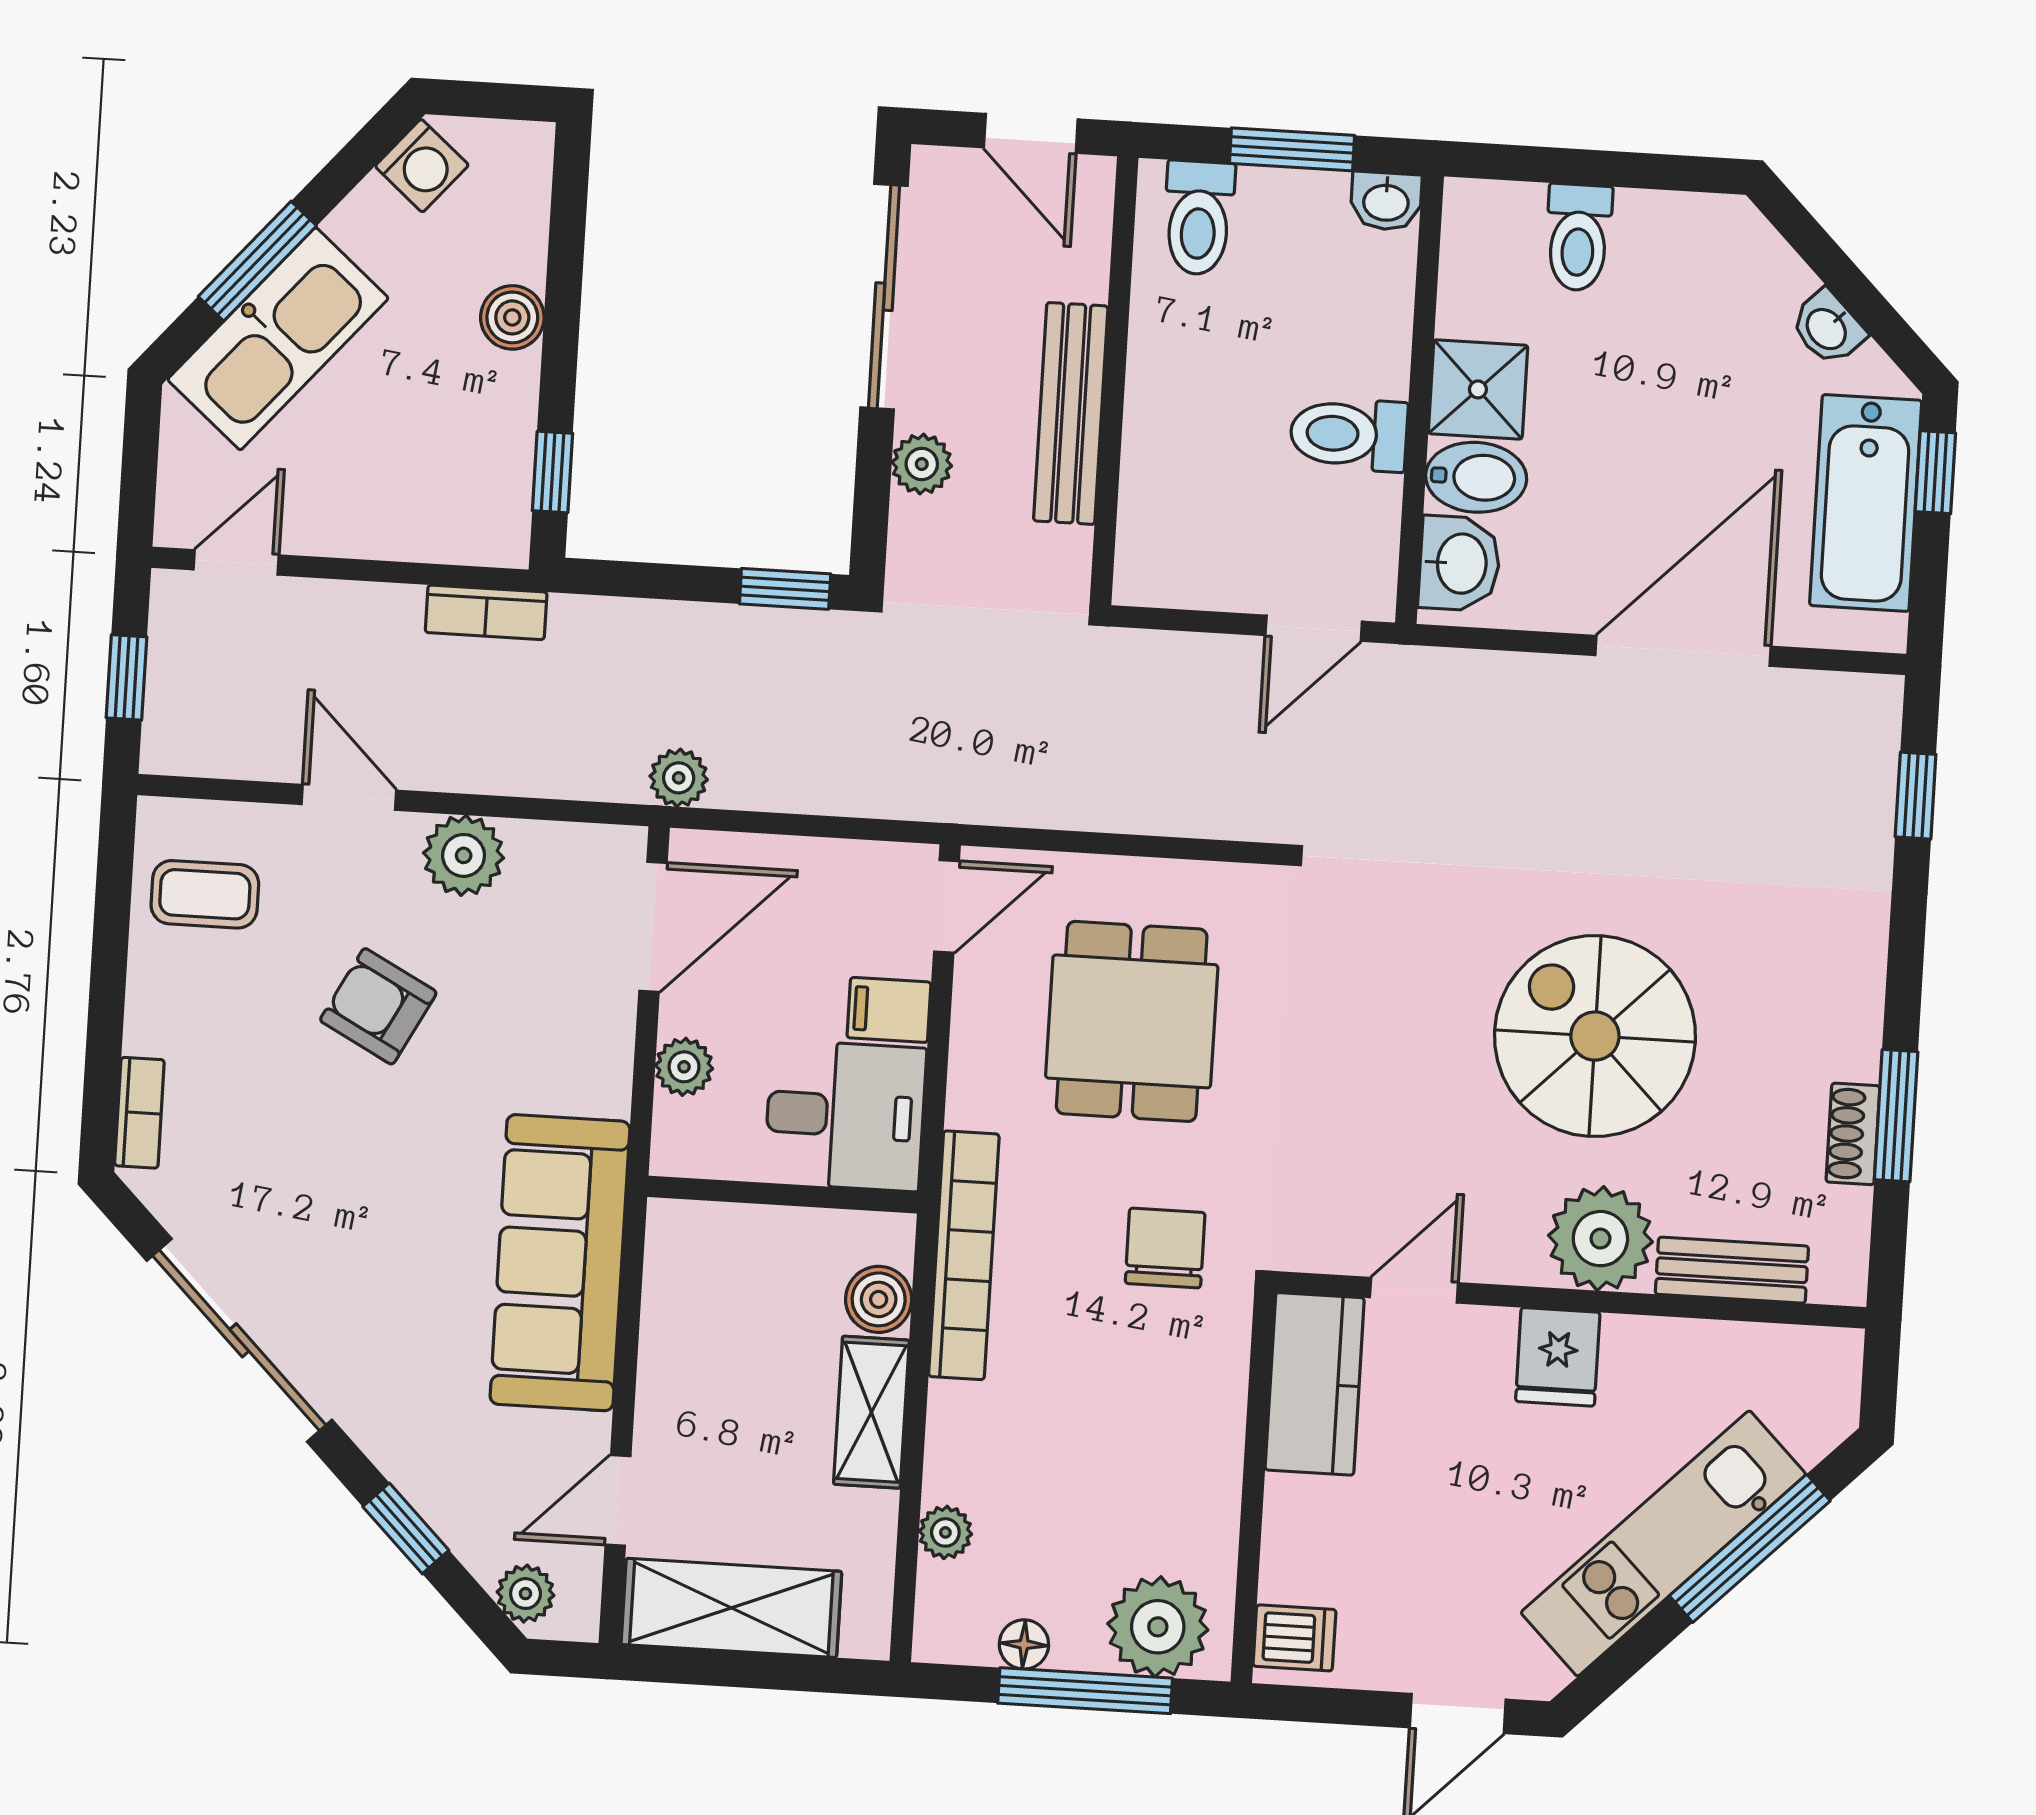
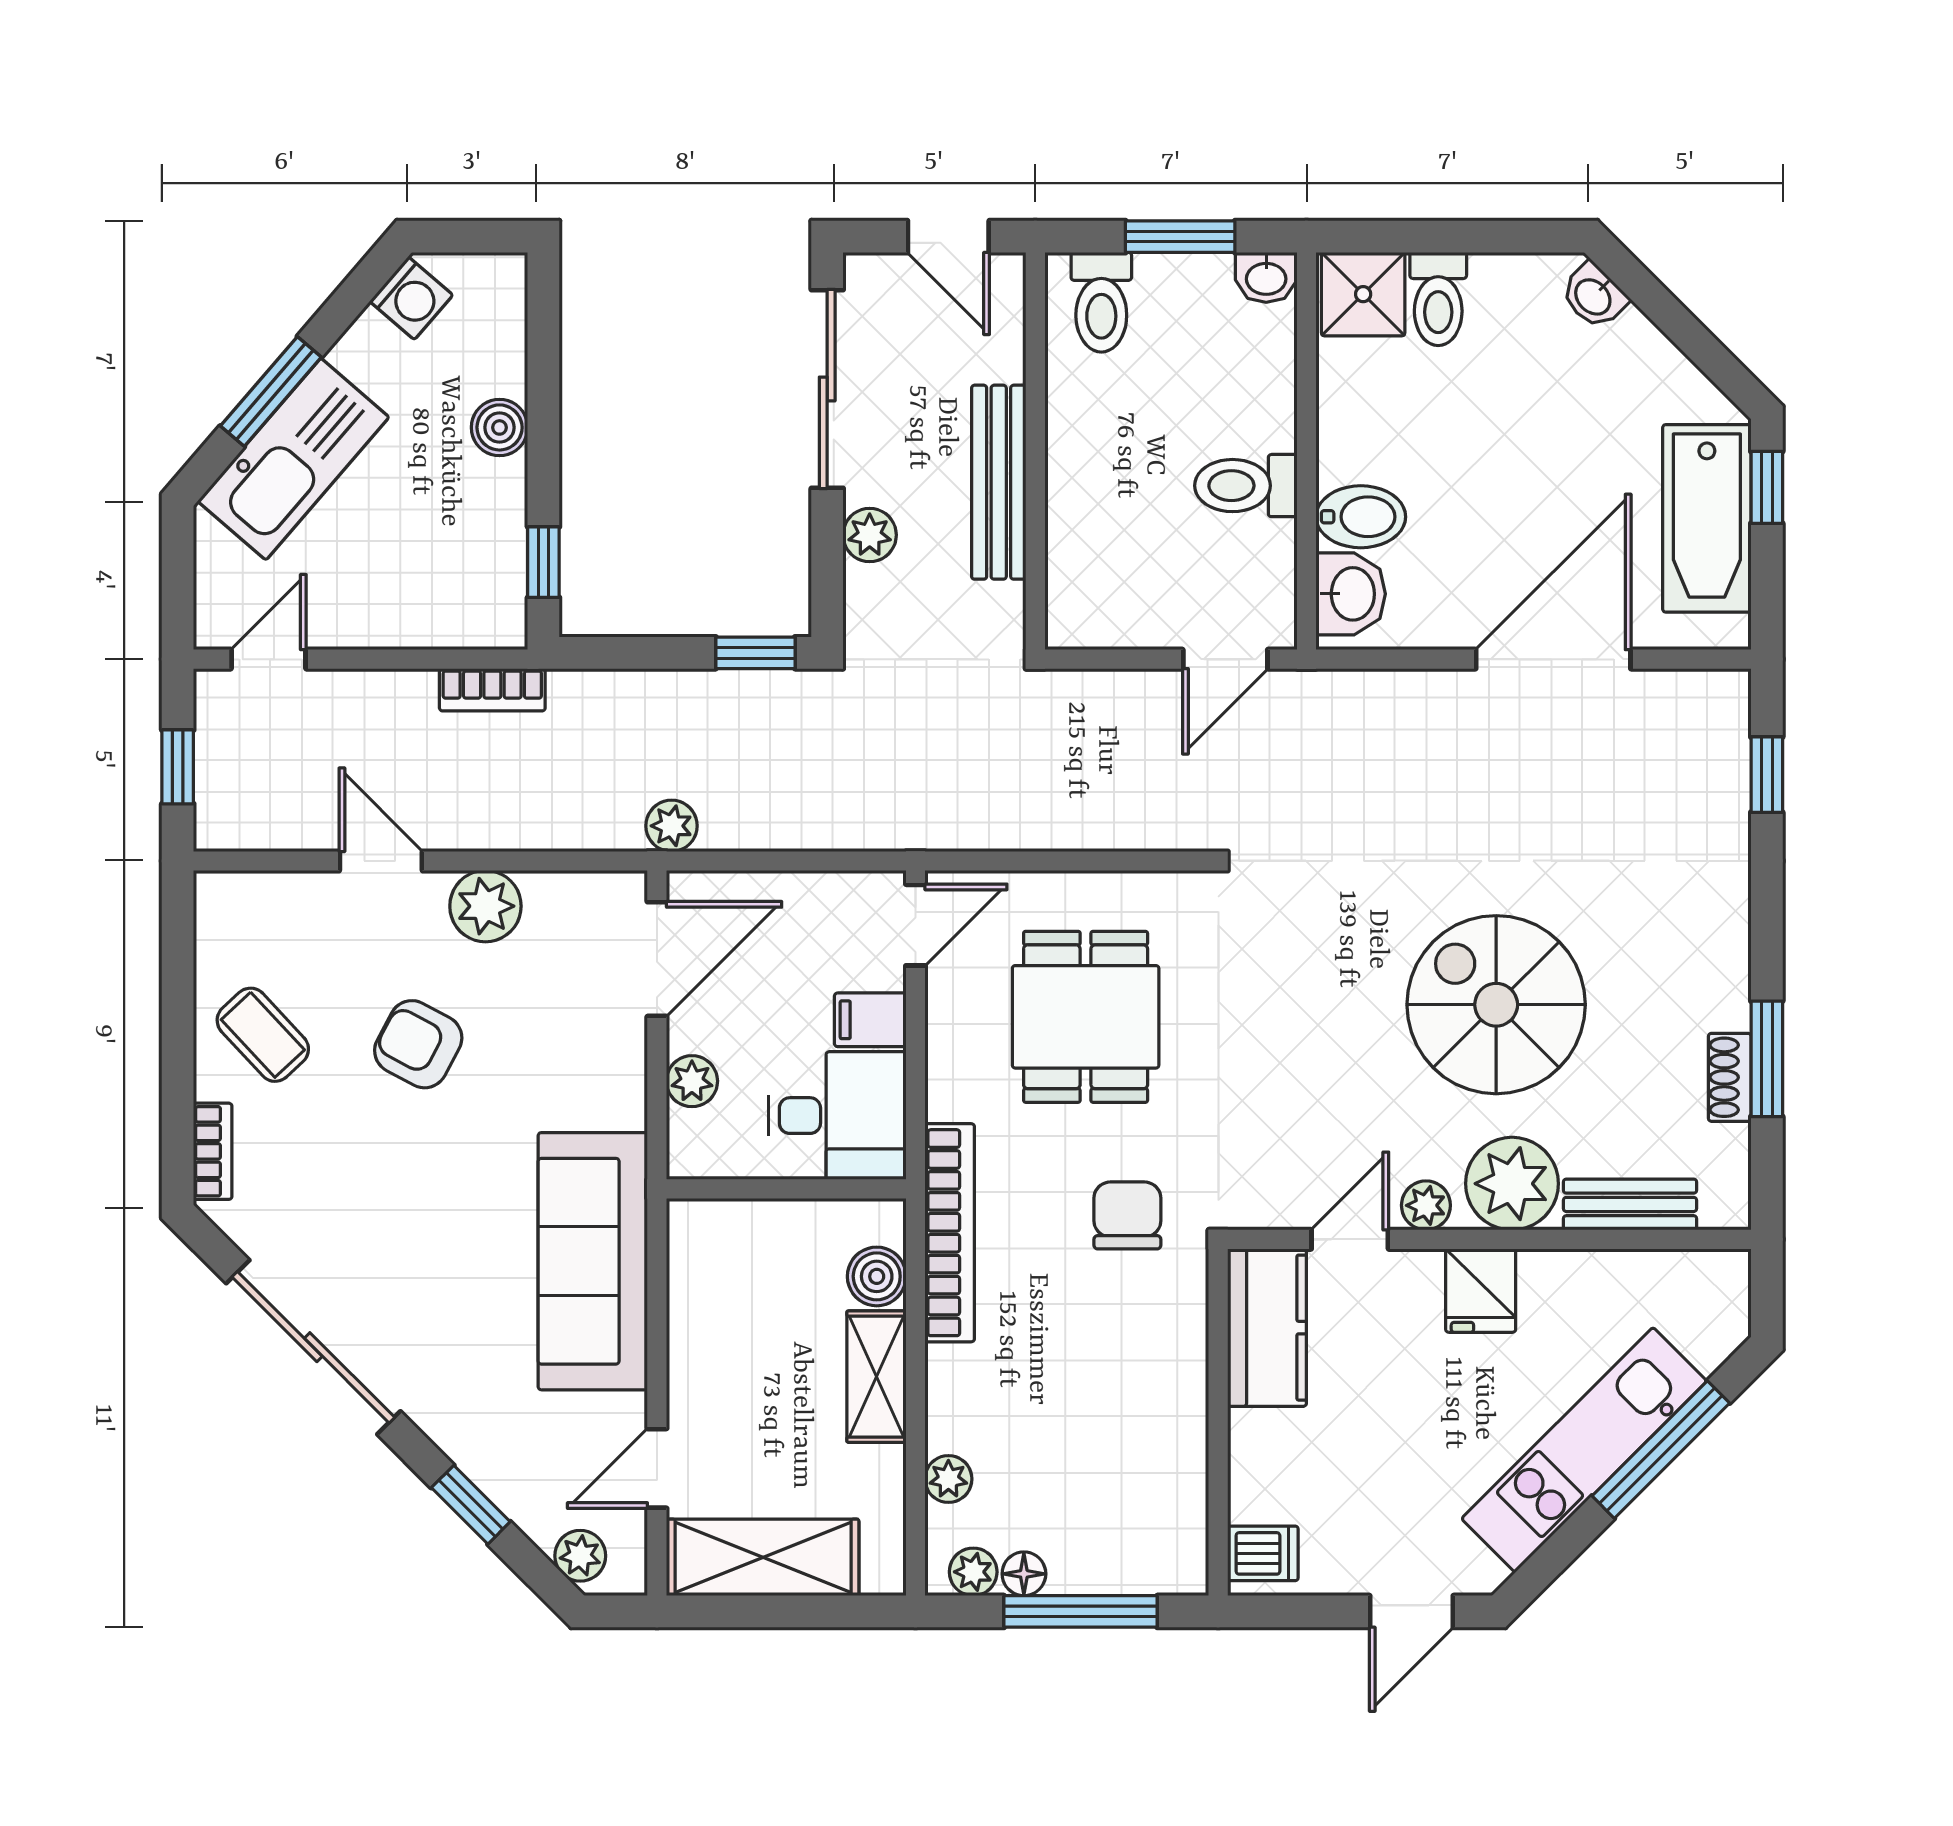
washbasin: (1827, 328) -> (1594, 296), moved
shower: (1478, 389) -> (1363, 294), moved
coffee table: (205, 894) -> (263, 1035), moved, turned 47
plant: (1502, 1257) -> (1426, 1205), added
plant: (1158, 1627) -> (973, 1572), moved, width x0.53, depth x0.53

